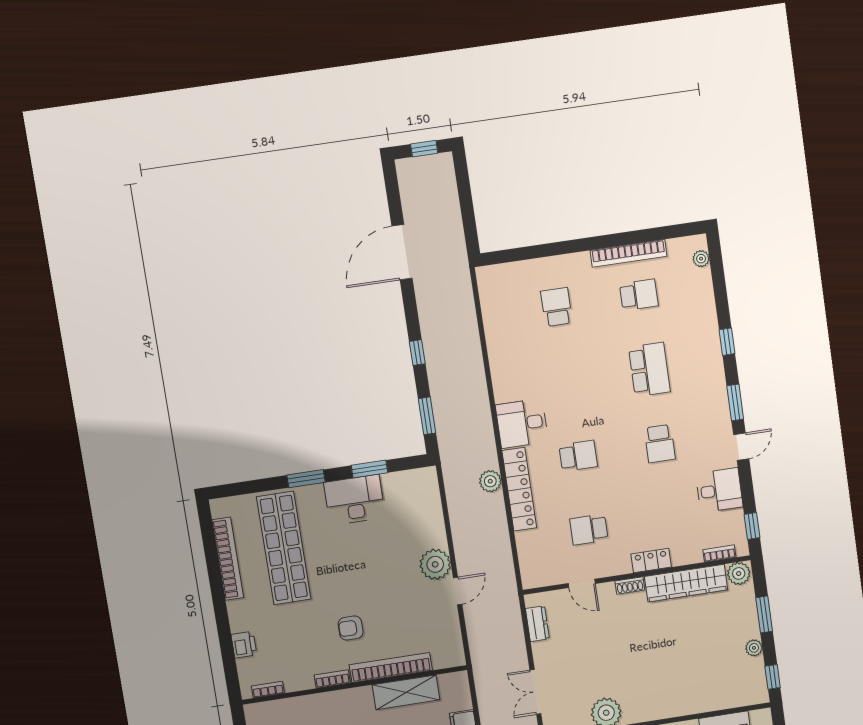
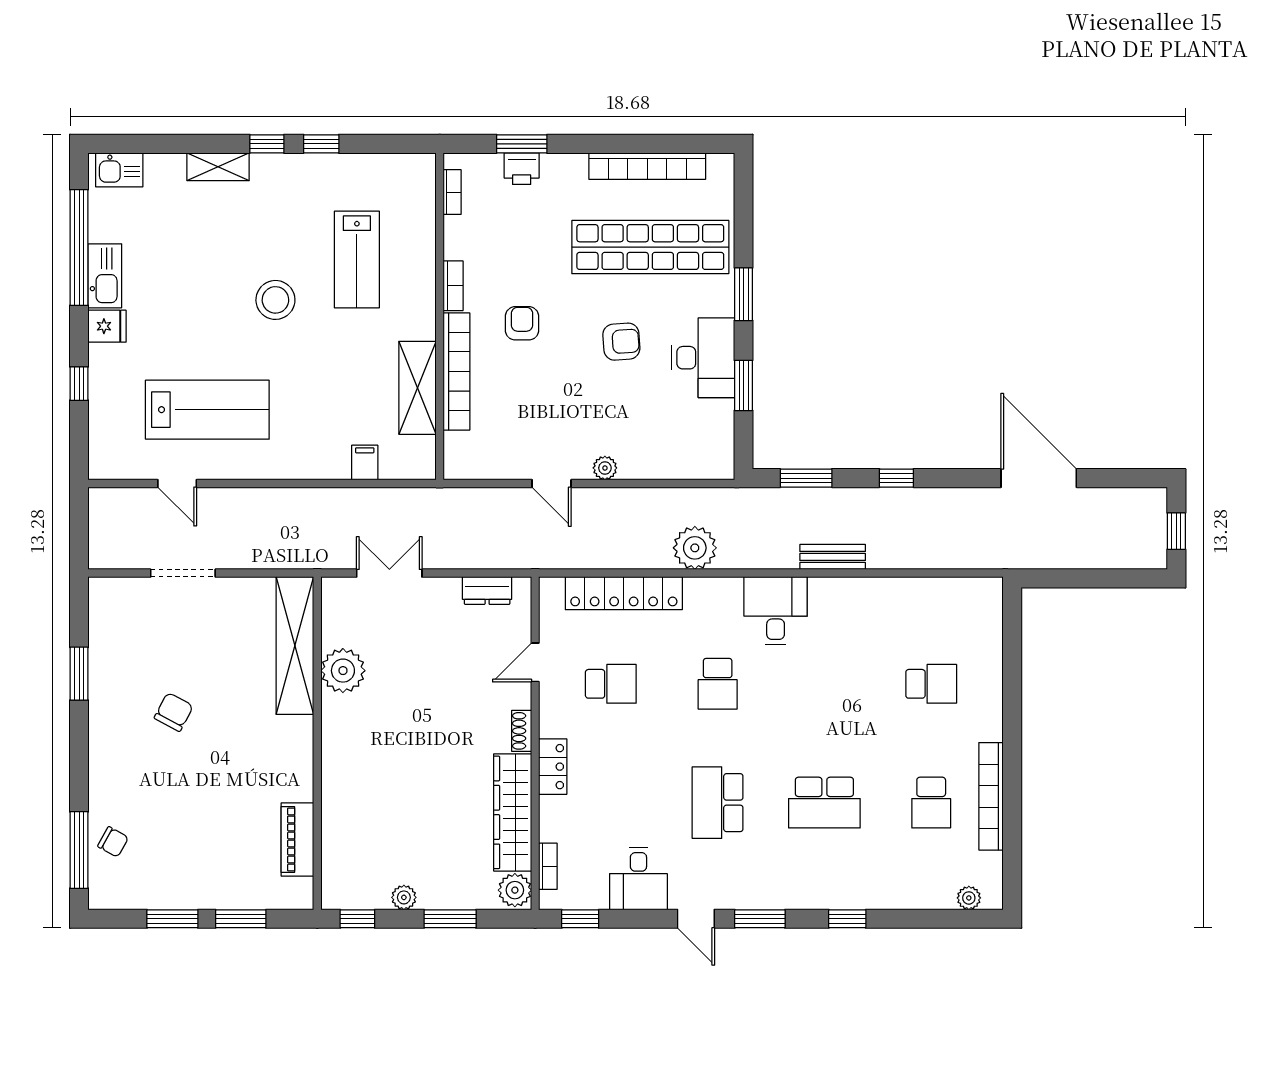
bench: (479, 389) -> (833, 557), added
school desk: (660, 444) -> (718, 803), width x1.85
plant: (490, 481) -> (695, 548), width x1.36, depth x1.36
locker: (519, 489) -> (624, 593), moved
school desk: (589, 529) -> (611, 684), turned 90
armchair: (352, 558) -> (621, 342), added
plant: (435, 564) -> (605, 468), width x0.53, depth x0.53
window: (227, 647) -> (522, 144), added

